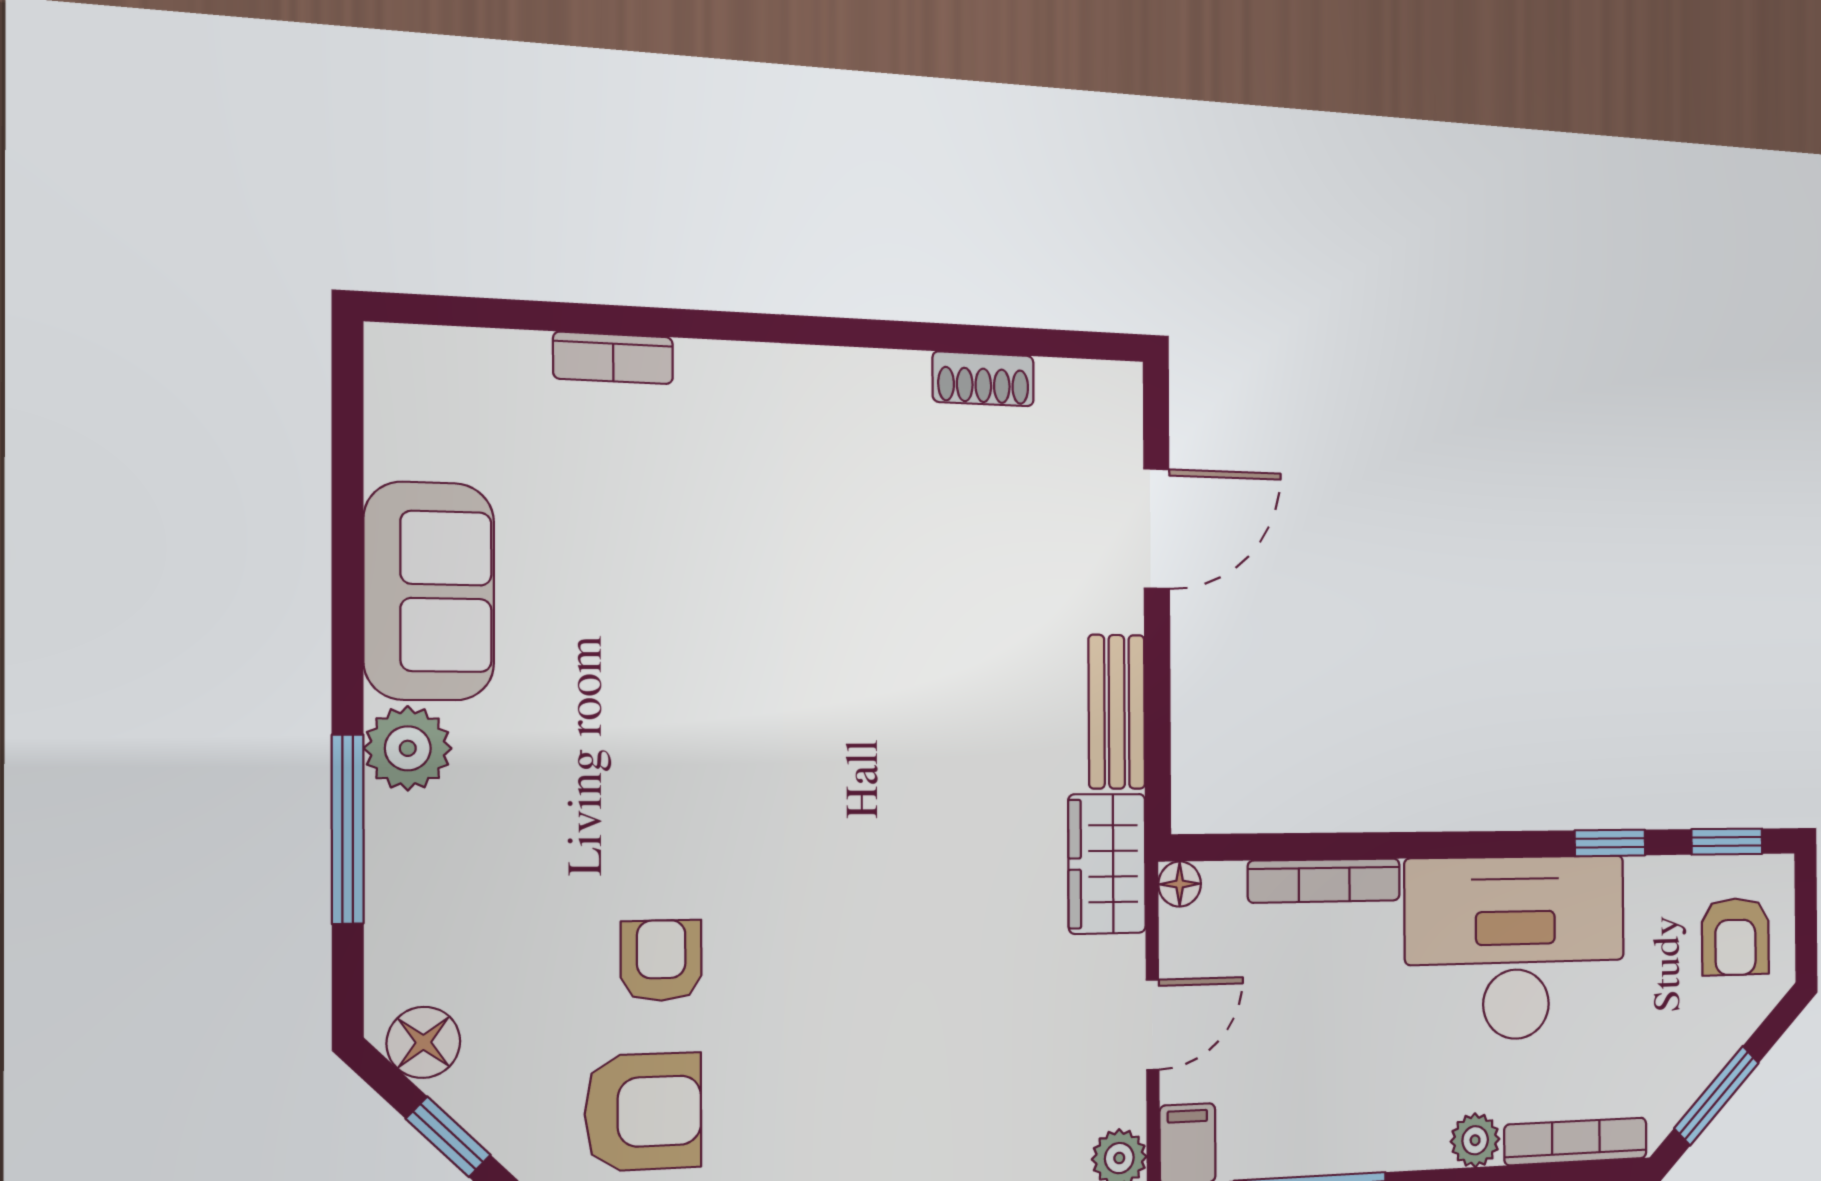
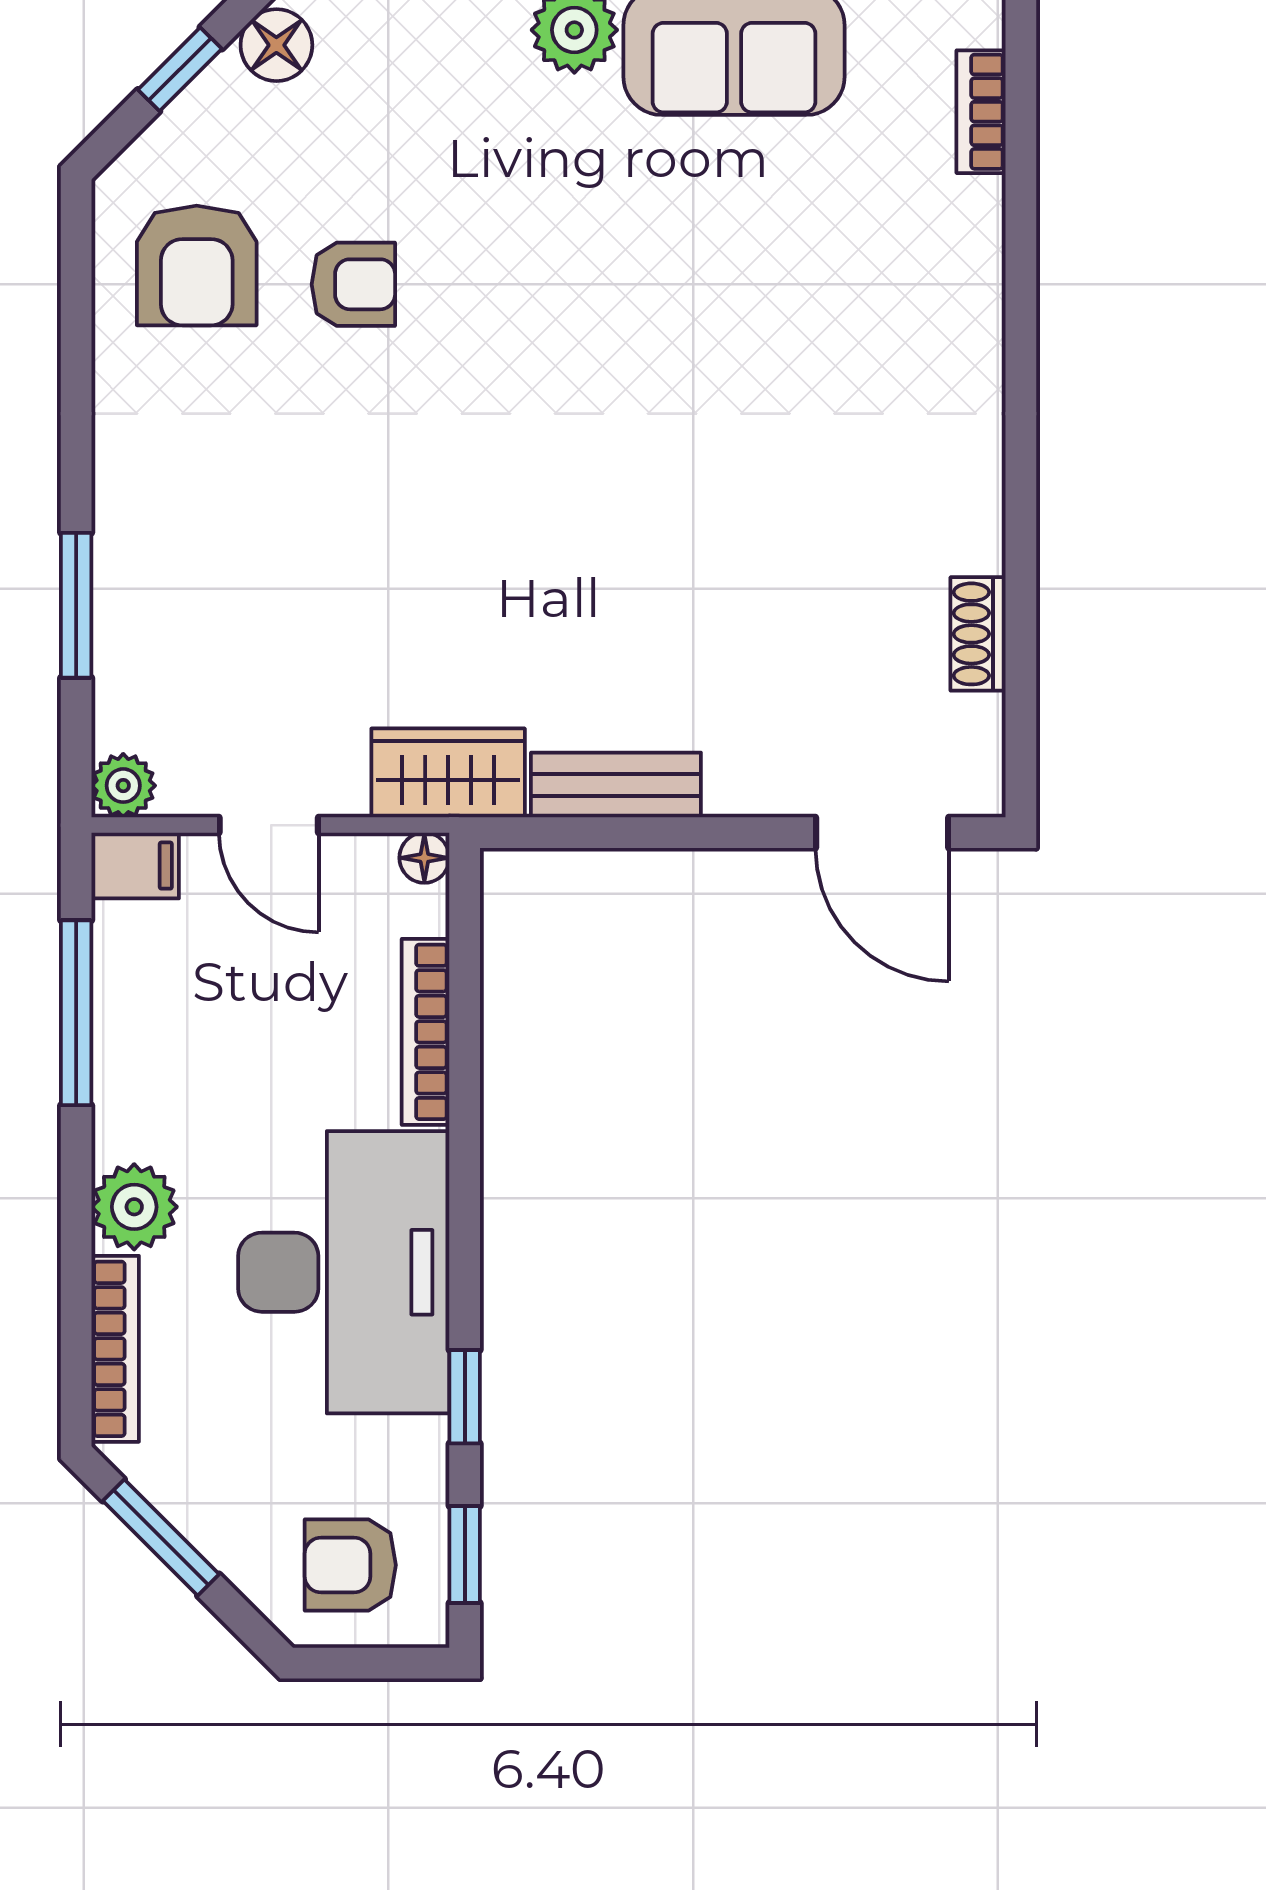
bookcase: (613, 358) -> (981, 112), moved
door: (1157, 529) -> (882, 833), moved
plant: (1475, 1140) -> (134, 1207), width x1.38, depth x1.38

